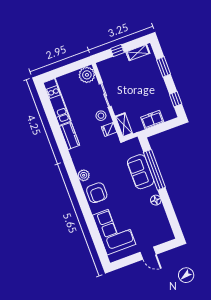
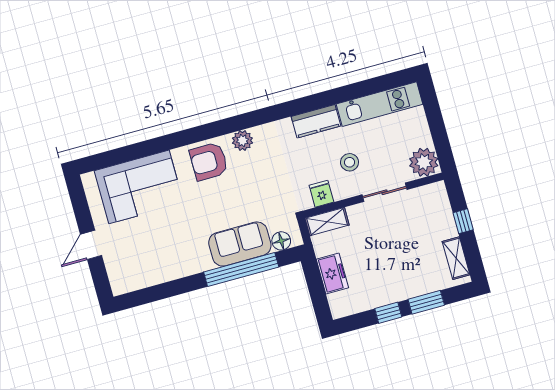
window: (176, 99) -> (388, 313), moved
stool: (101, 116) -> (350, 162), moved
floor lamp: (156, 200) -> (281, 241), moved

